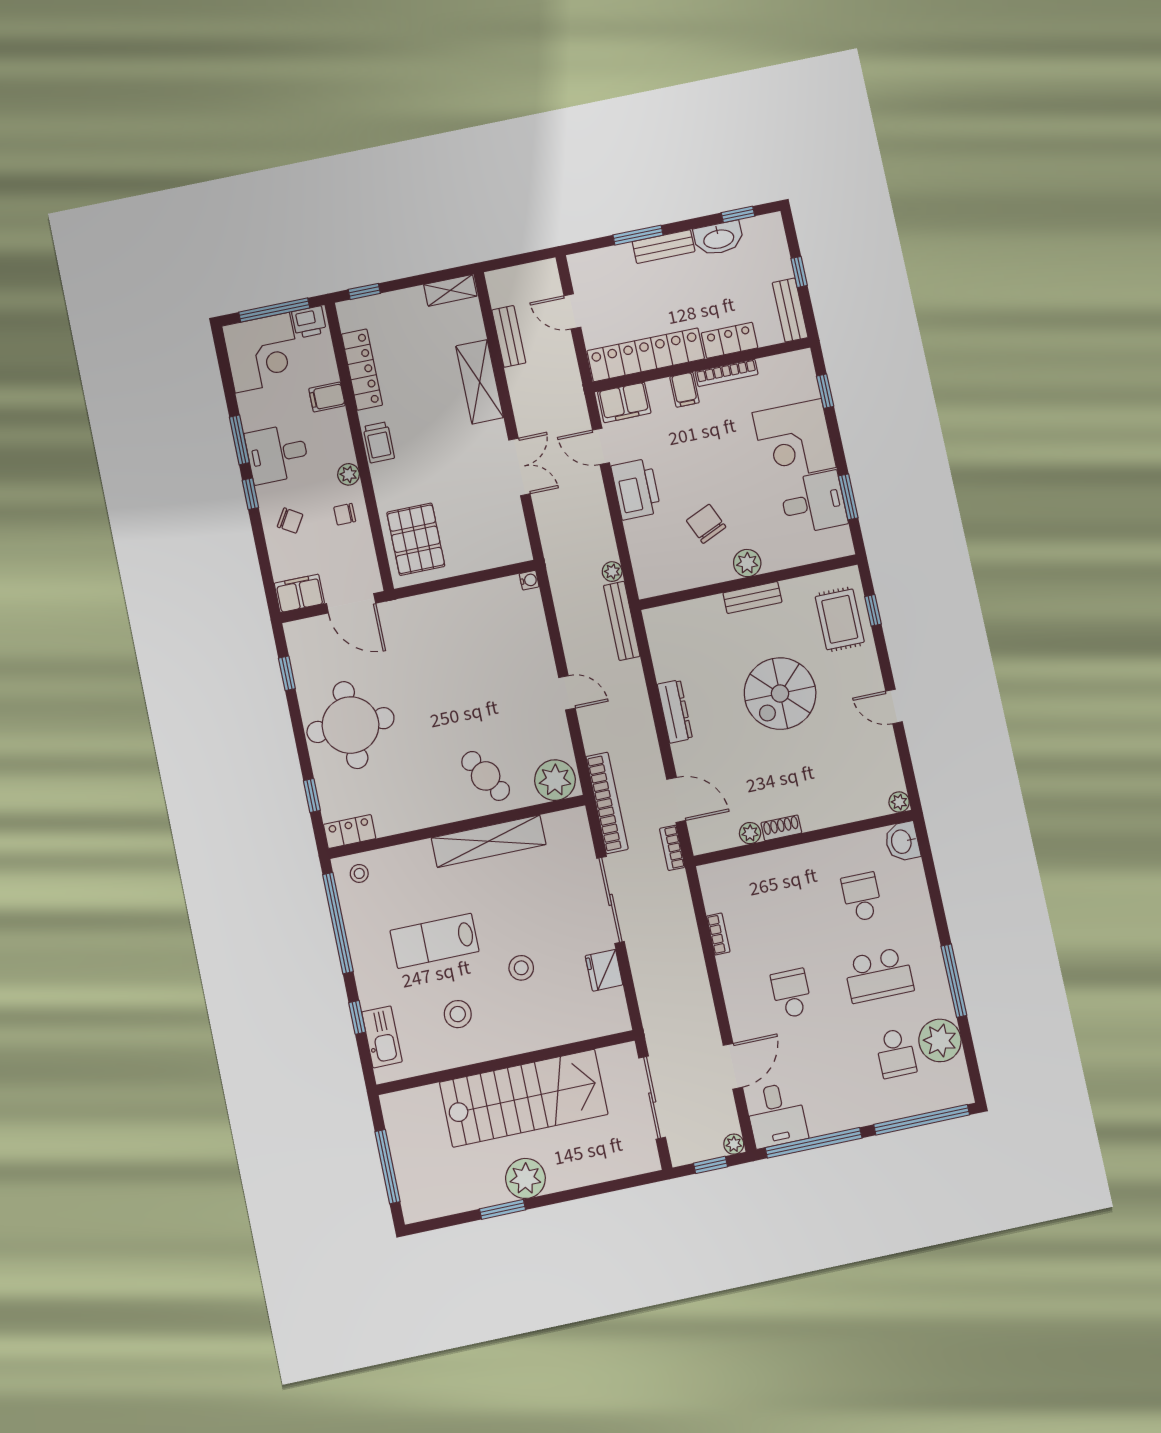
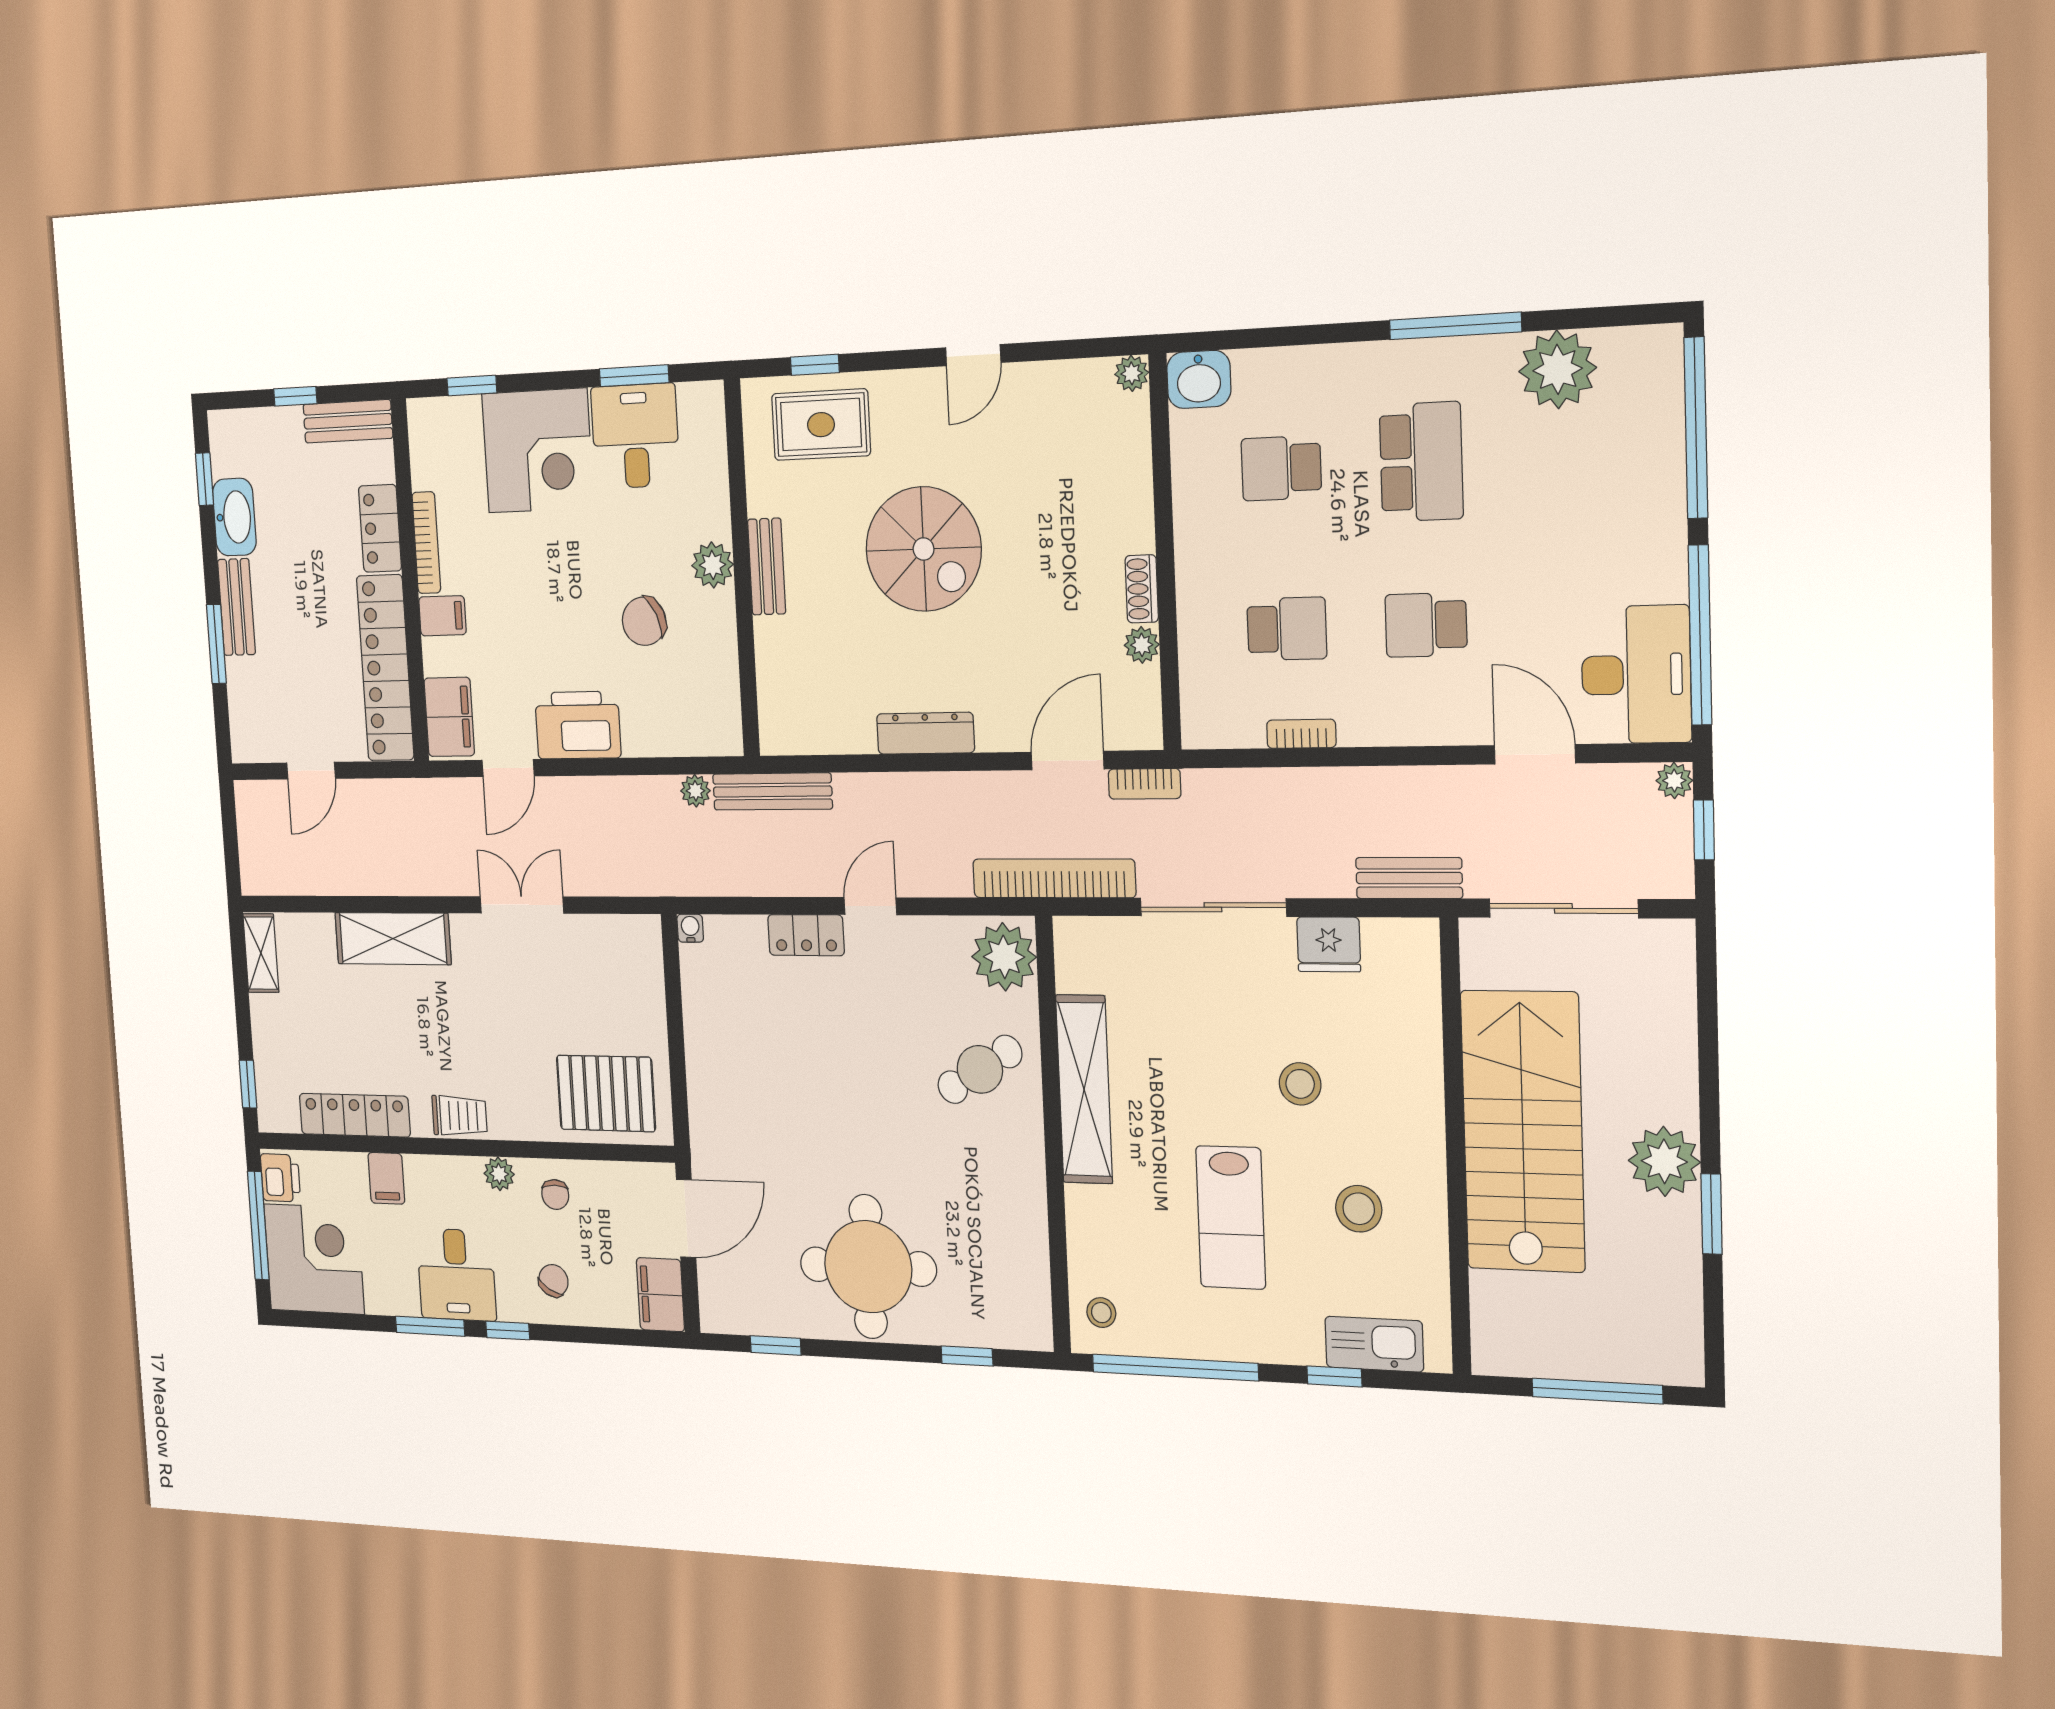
bench: (509, 336) -> (1409, 878), moved
locker: (350, 831) -> (806, 935), moved, turned -90
school desk: (896, 1053) -> (1287, 629), moved
desk: (776, 1115) -> (1636, 675), width x1.37

